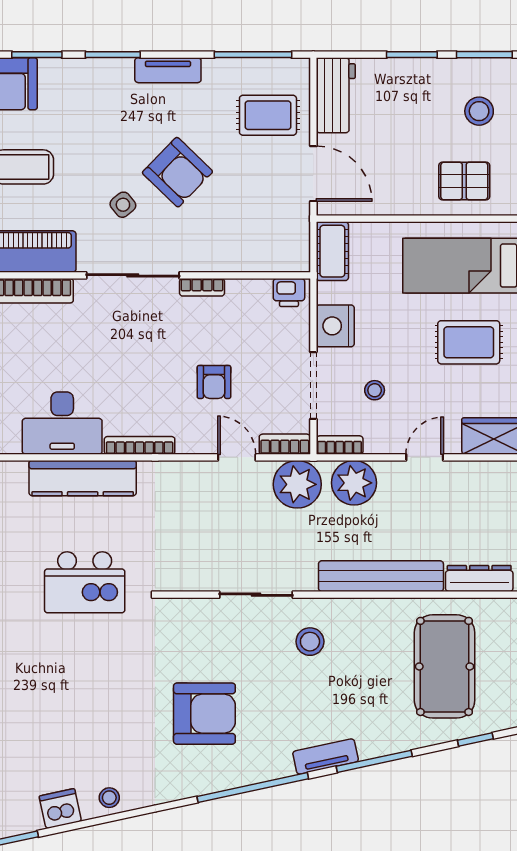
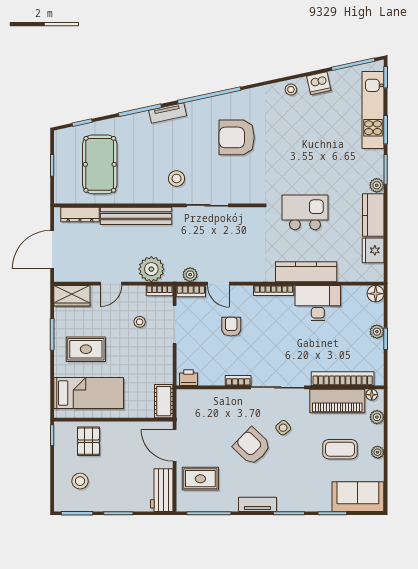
pallet: (464, 181) -> (88, 441), turned 90
nightstand: (335, 326) -> (162, 359), removed
plant: (297, 484) -> (190, 275), width x0.53, depth x0.53

